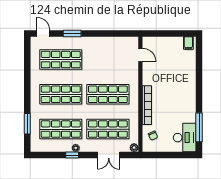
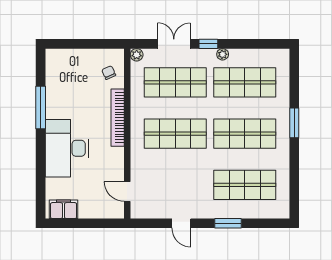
door: (43, 33) -> (181, 223), moved
filing cabinet: (188, 43) -> (64, 209), width x2.00
window: (27, 124) -> (294, 123), moved
window: (199, 127) -> (41, 108), moved
desk: (185, 138) -> (67, 148), moved, width x1.36, depth x1.30
window: (72, 155) -> (208, 44), moved

